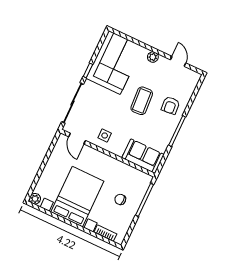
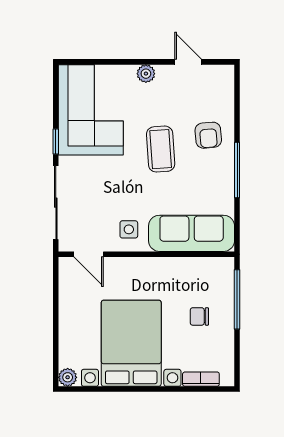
sofa: (143, 156) -> (192, 233), width x1.36

